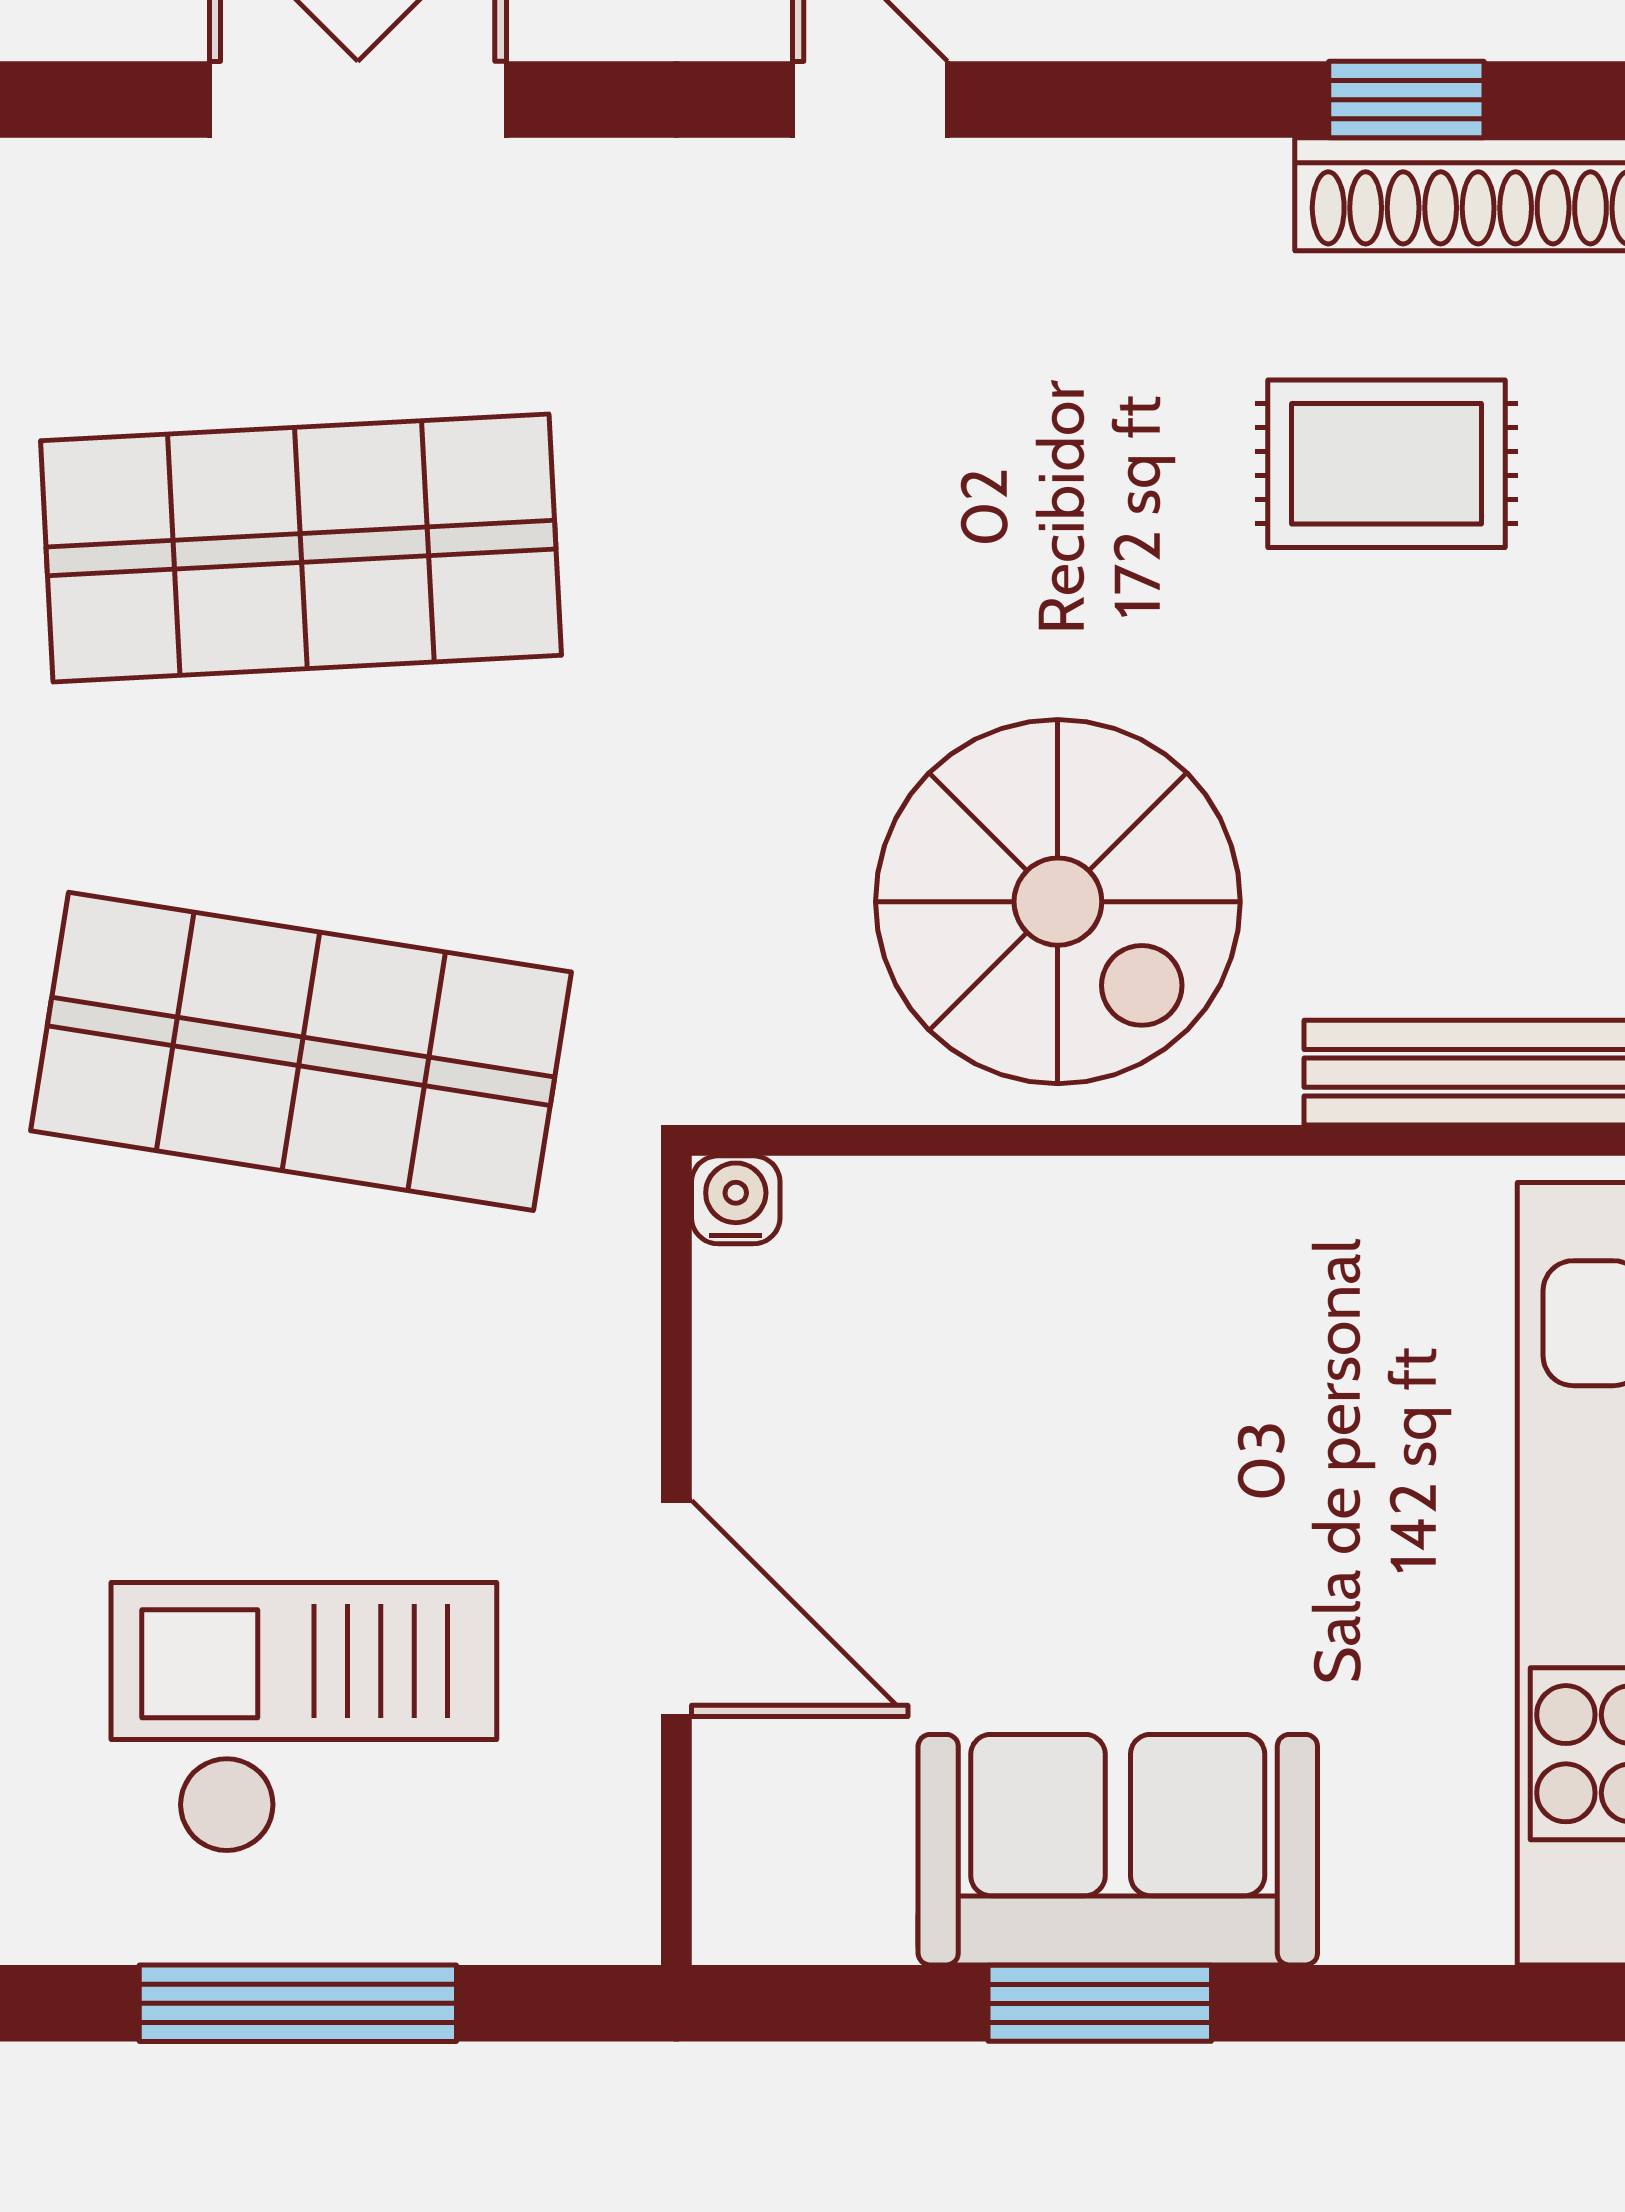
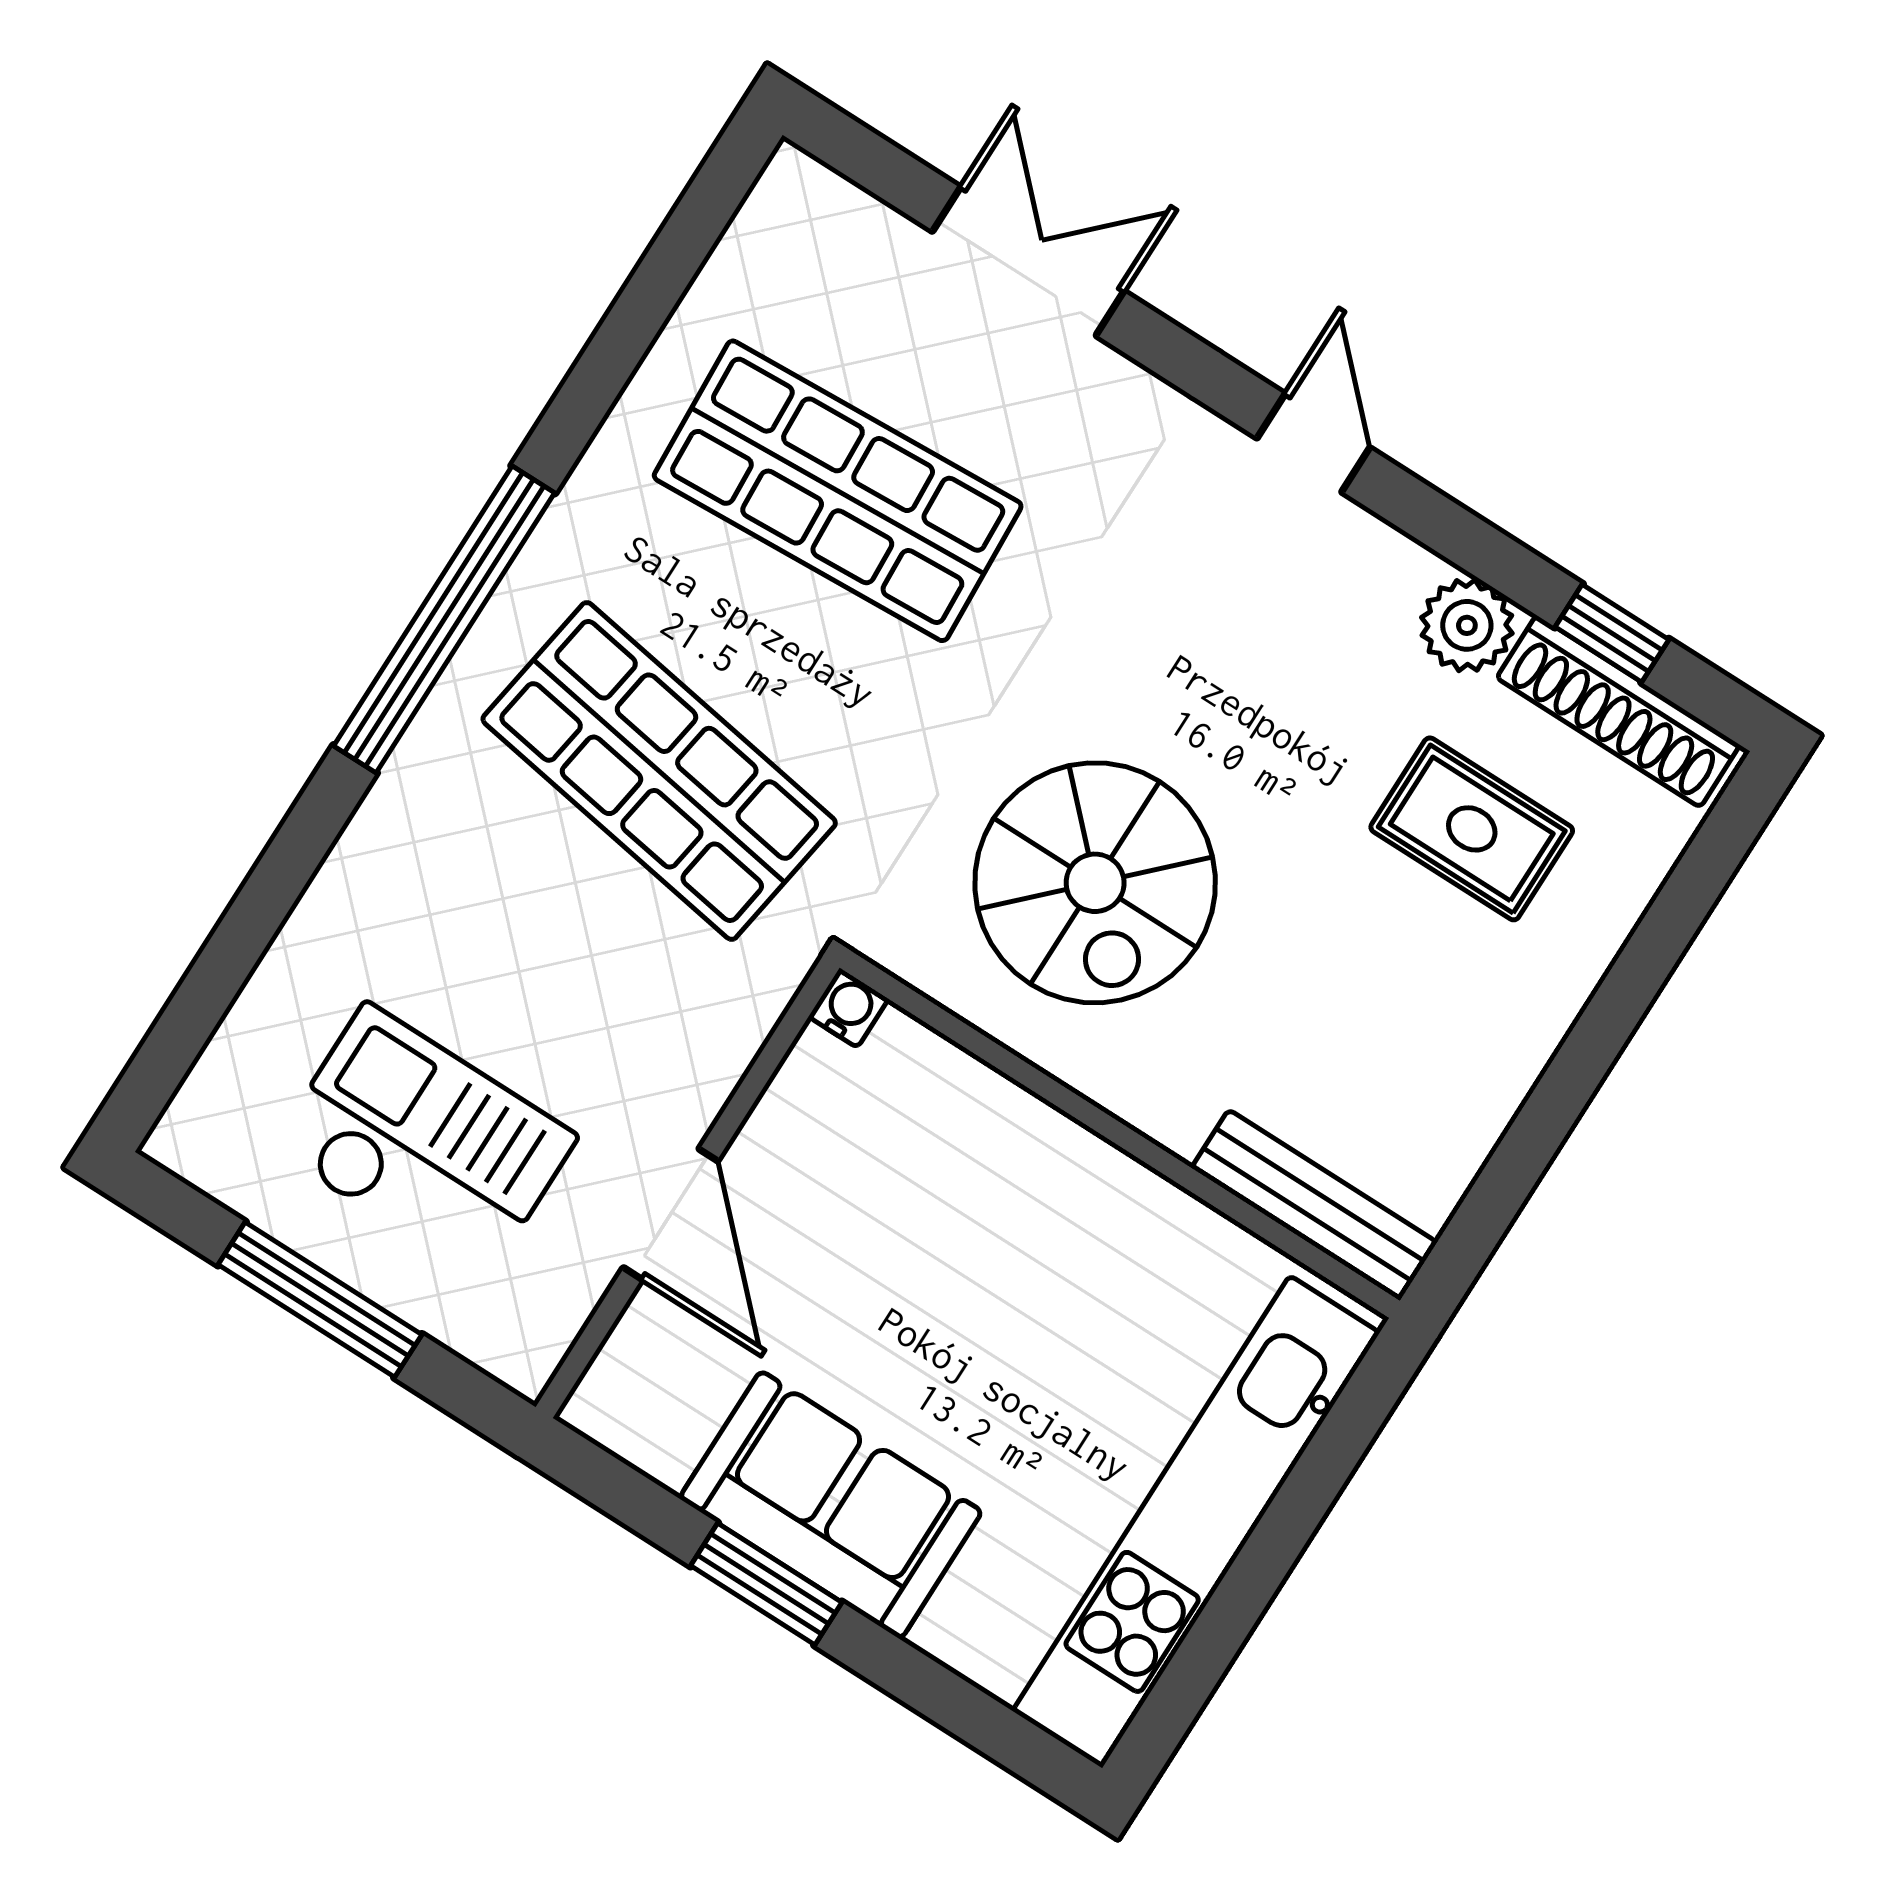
plant: (1215, 208) -> (1467, 625), added
spiral stairs: (1058, 902) -> (1095, 883), moved

